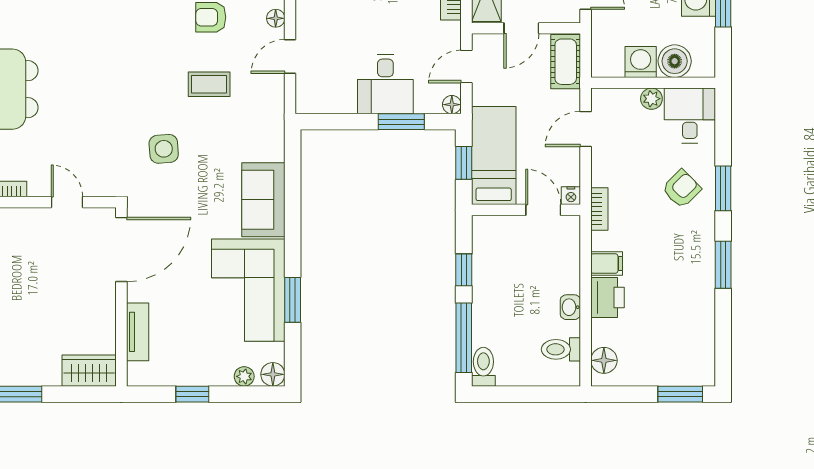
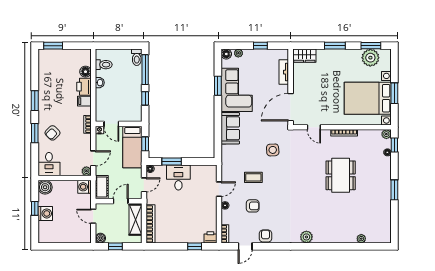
boiler: (675, 61) -> (45, 187), moved
washing machine: (641, 62) -> (84, 187), moved, turned 90
plant: (651, 99) -> (86, 171), moved
floor lamp: (604, 360) -> (85, 72), moved

